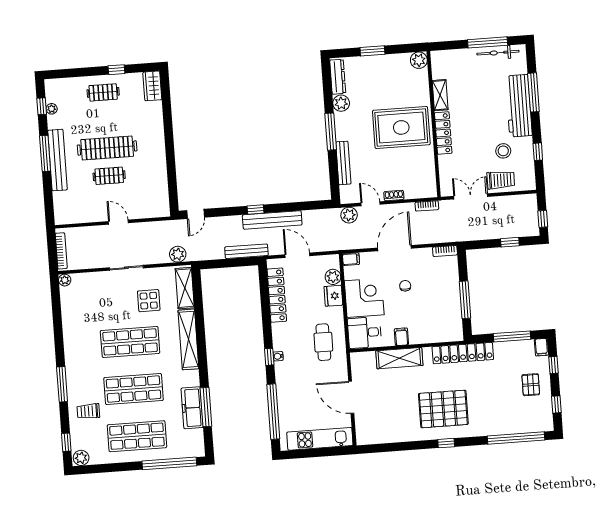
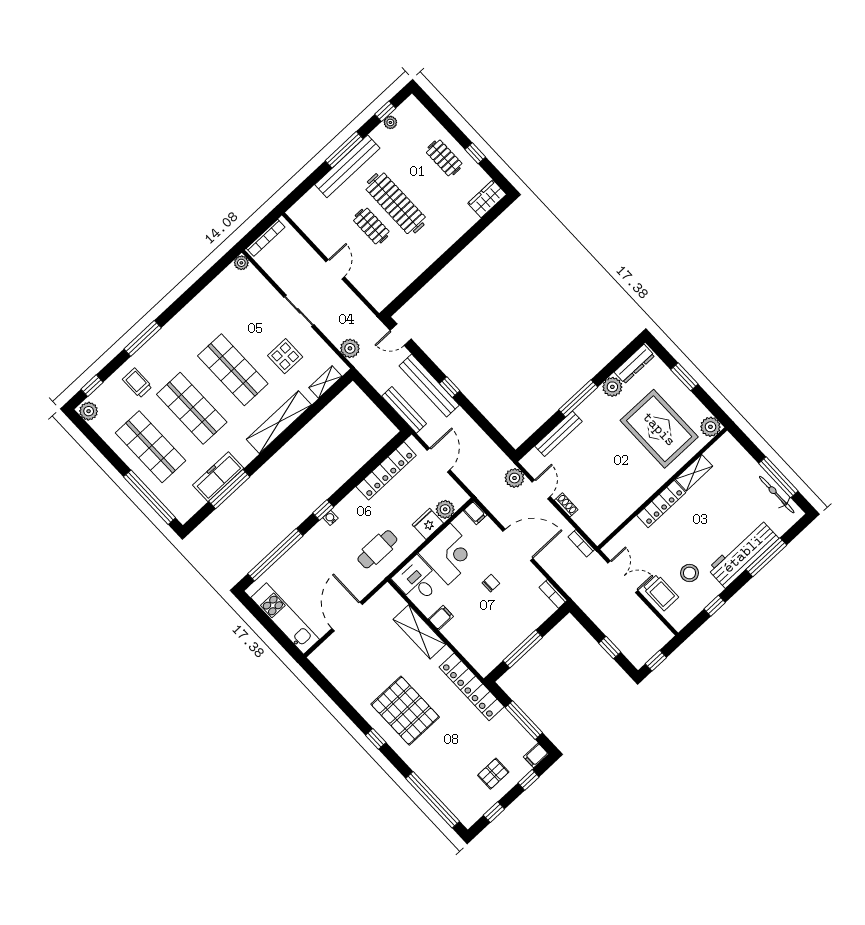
rug: (401, 127) -> (659, 429), moved
bench: (272, 220) -> (429, 386), moved
shelving: (185, 288) -> (325, 382), width x0.67, depth x0.75

